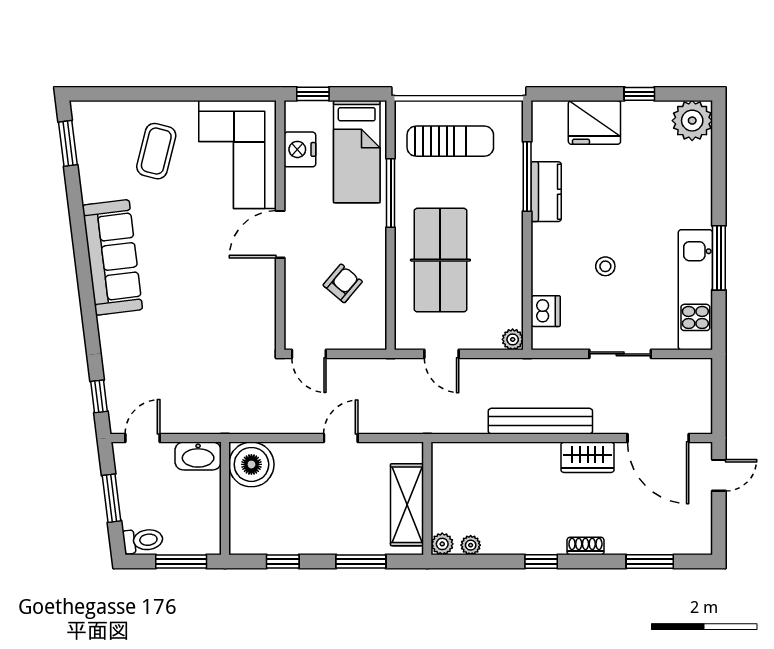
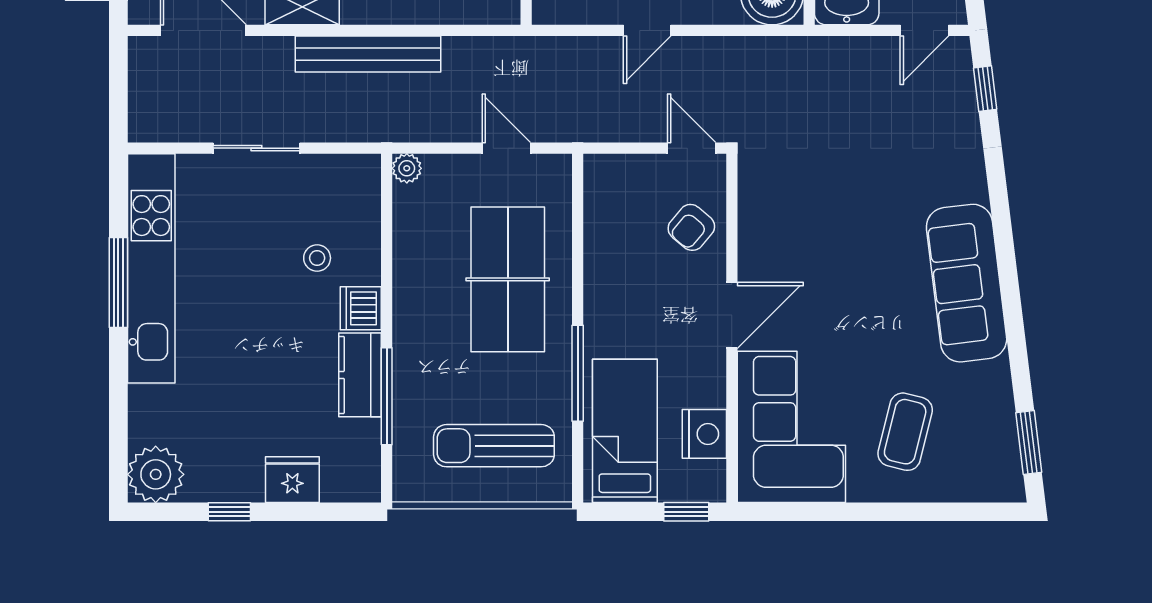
fridge: (594, 122) -> (292, 480), width x0.73, depth x0.75
stool: (605, 266) -> (317, 258), moved
armchair: (343, 283) -> (691, 227), moved
kitchen unit: (695, 290) -> (151, 268), width x1.36
dishwasher: (546, 311) -> (361, 308), moved

